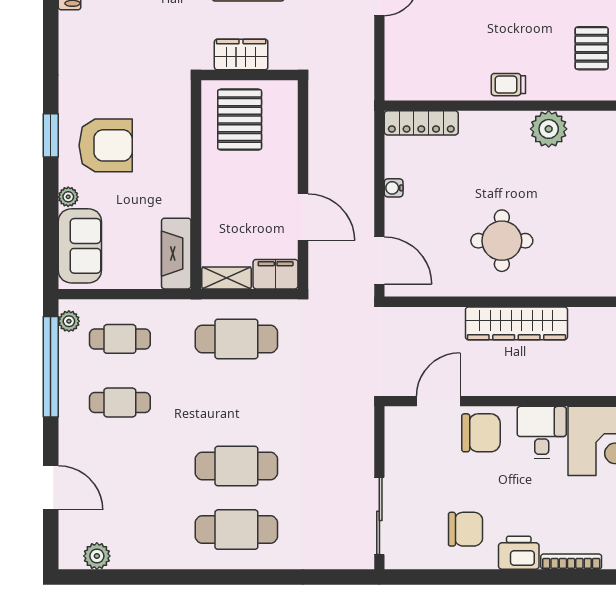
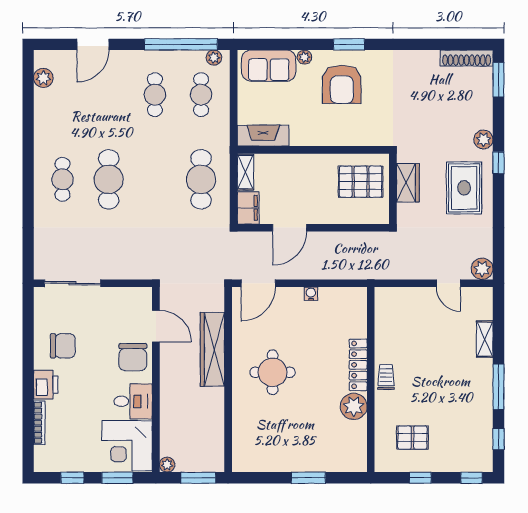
locker: (421, 123) -> (358, 365), moved
wardrobe: (516, 323) -> (212, 349), moved
chair: (465, 529) -> (63, 346), turned -90
cafe table: (236, 530) -> (63, 179), width x0.73, depth x0.74

